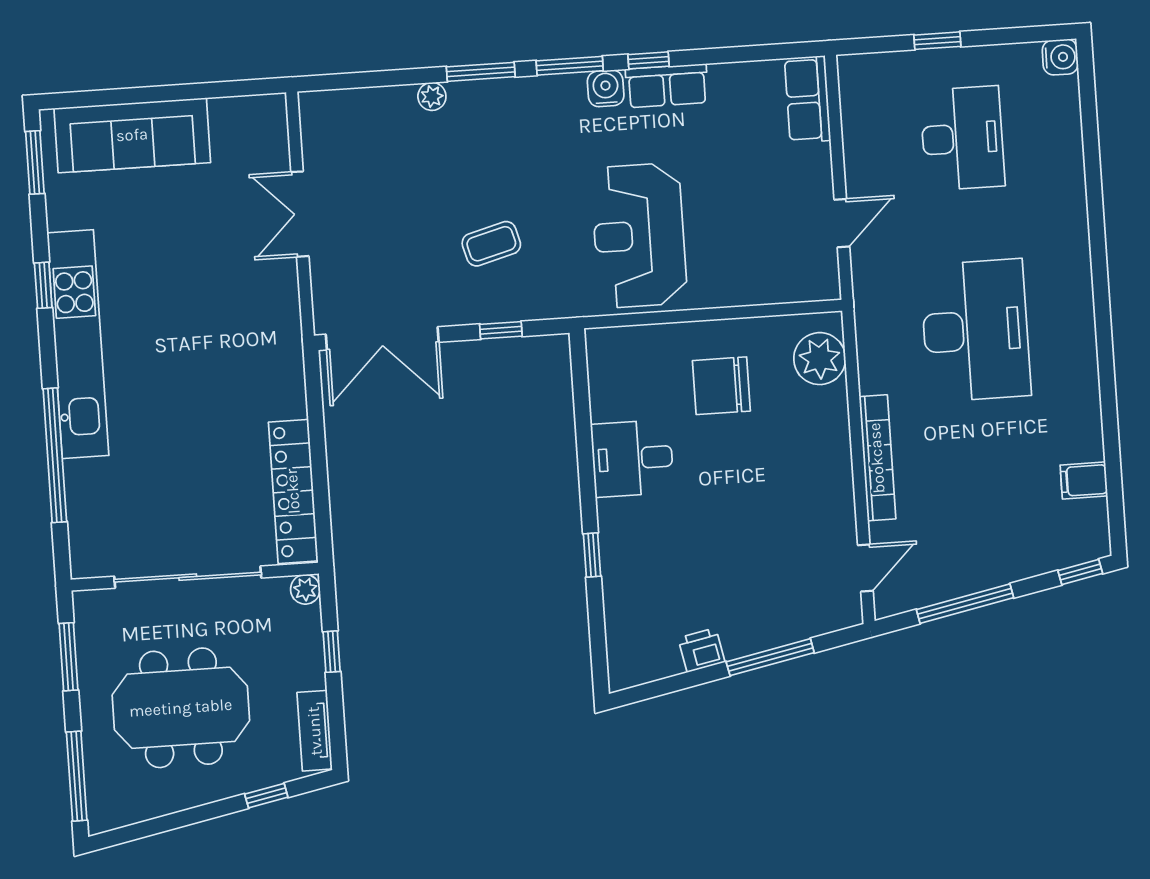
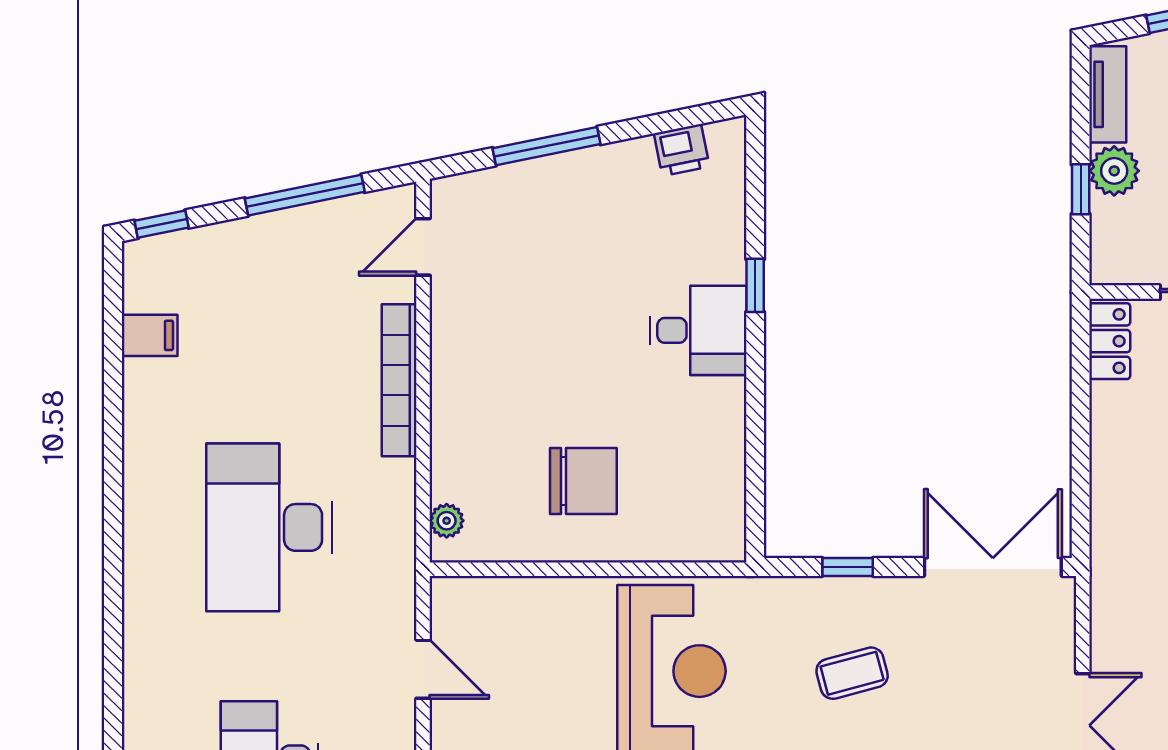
door: (842, 223) -> (423, 669), swing flipped
plant: (820, 359) -> (447, 521), width x0.53, depth x0.53
desk: (632, 458) -> (698, 330), moved
locker: (293, 491) -> (1110, 341), width x0.46, depth x0.83
plant: (305, 589) -> (1114, 171), moved, width x1.38, depth x1.38
printer: (701, 650) -> (682, 150), moved

